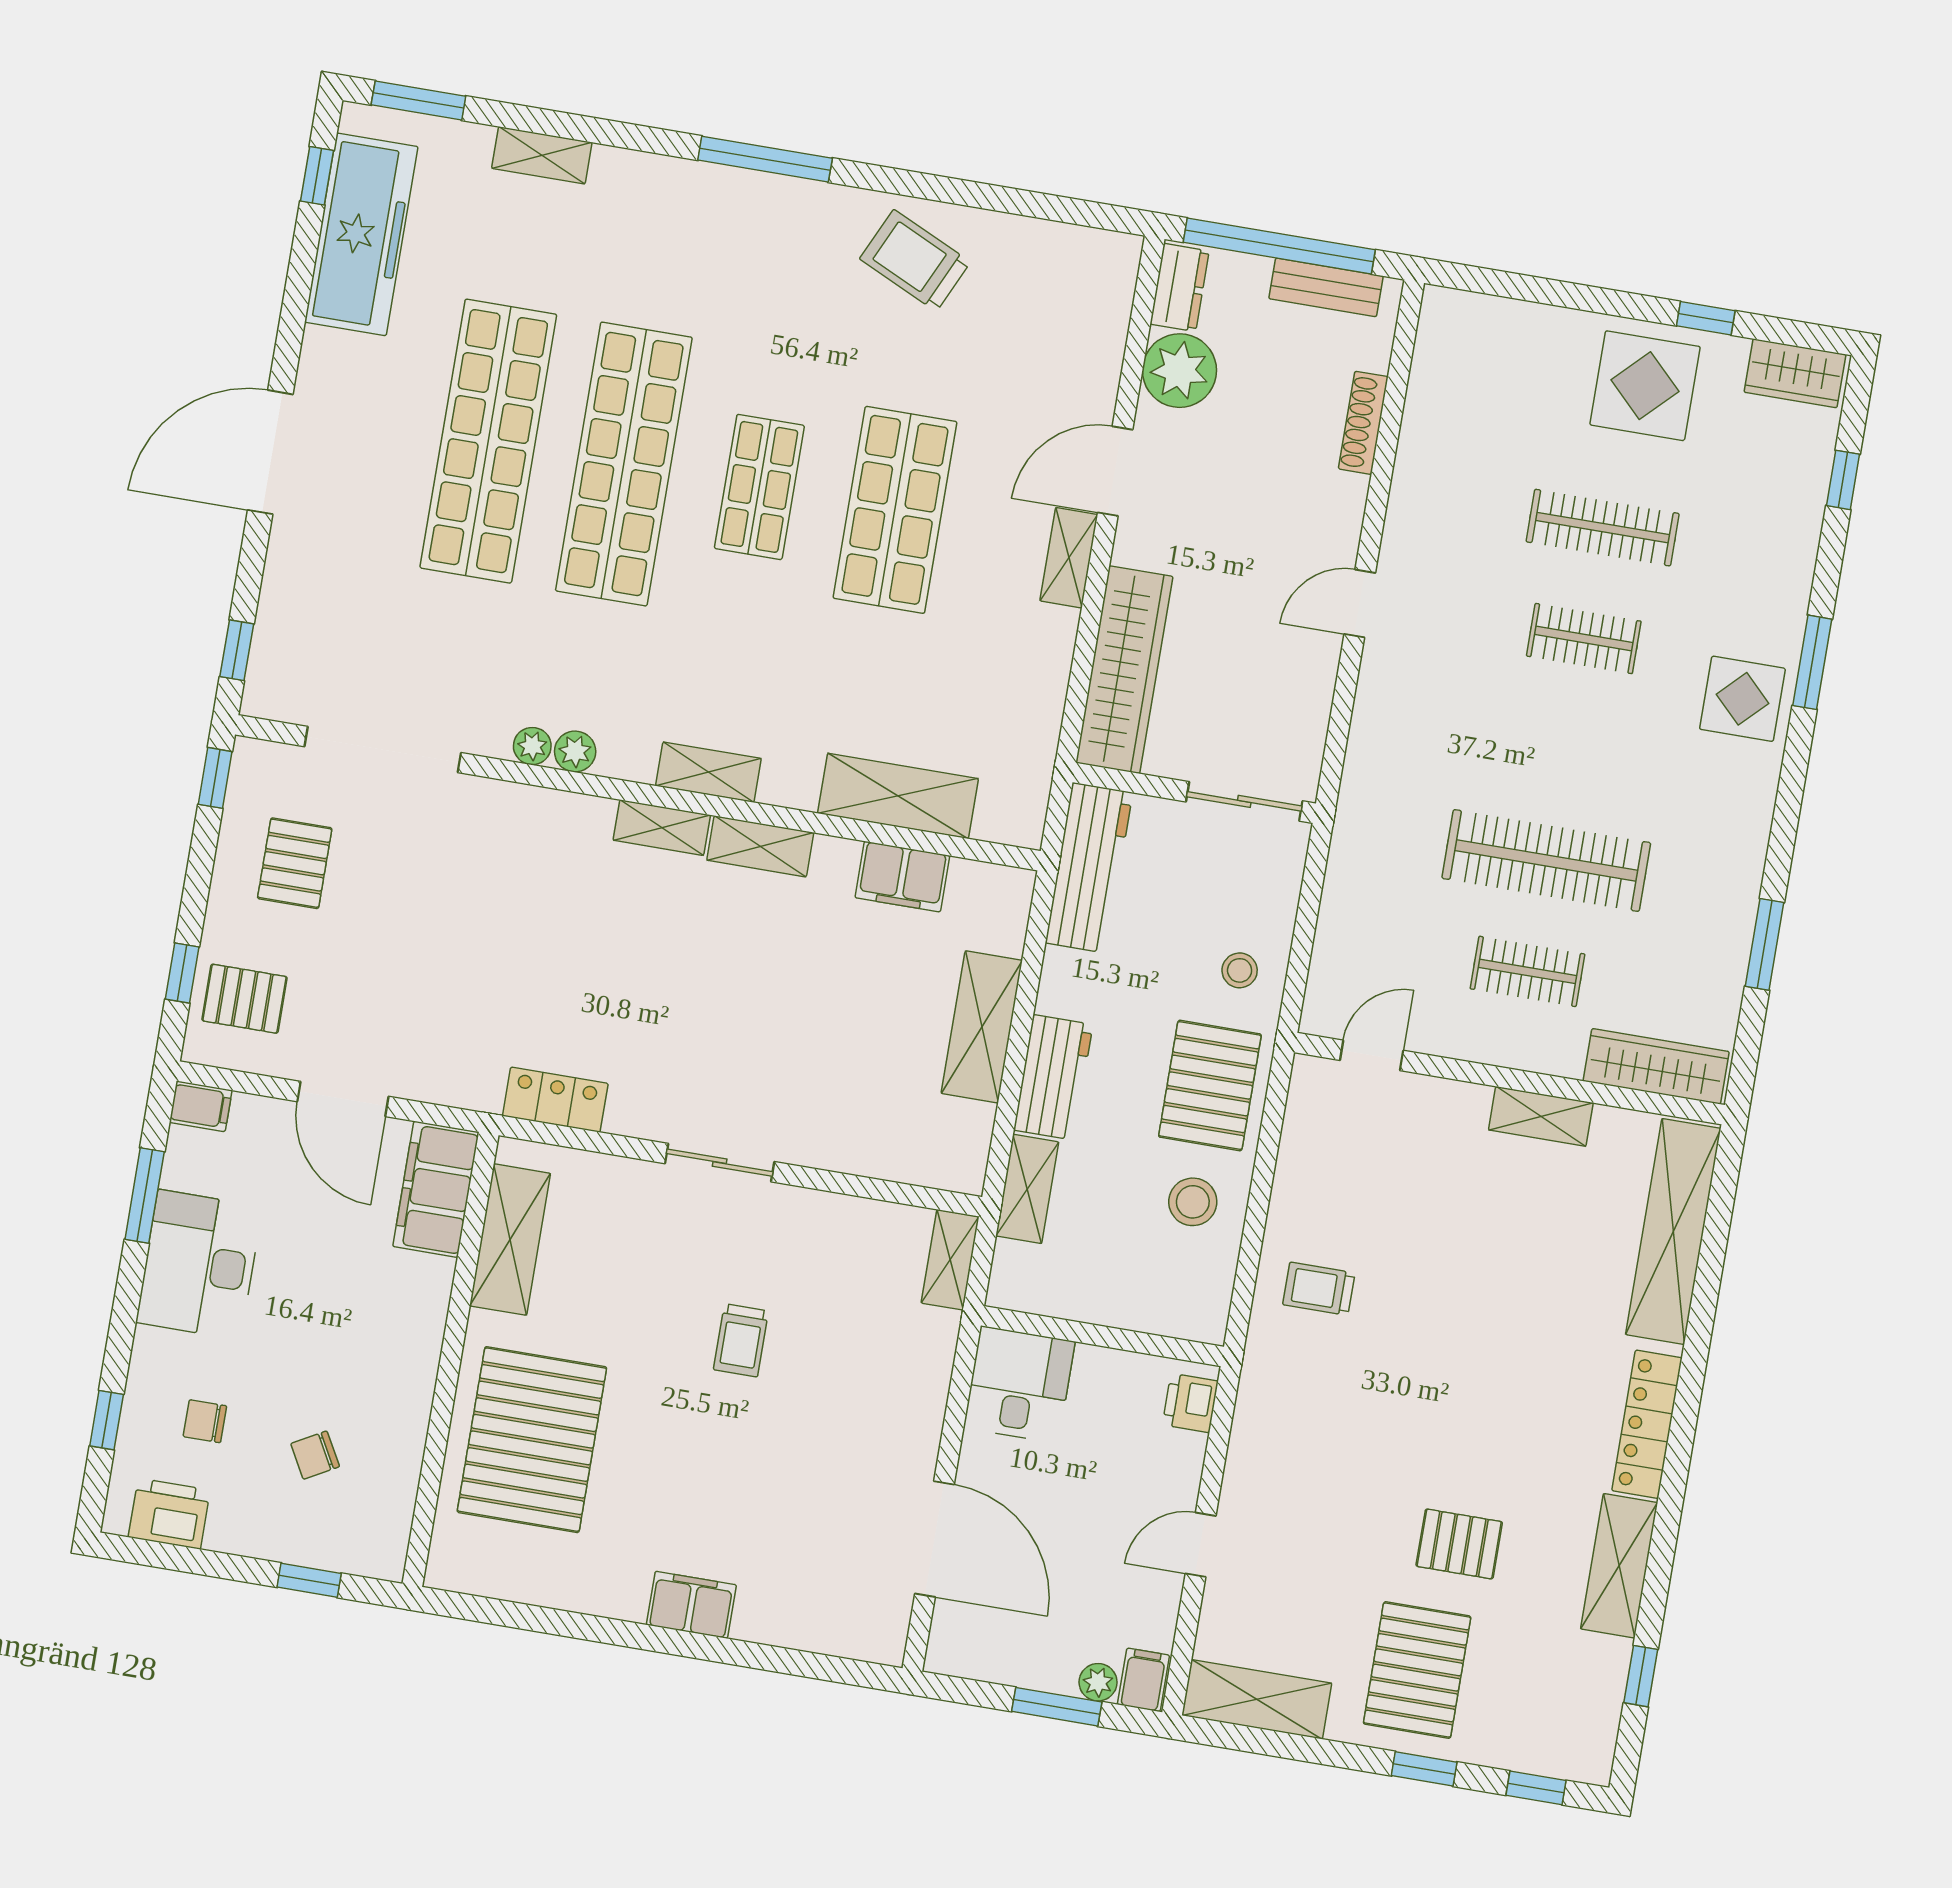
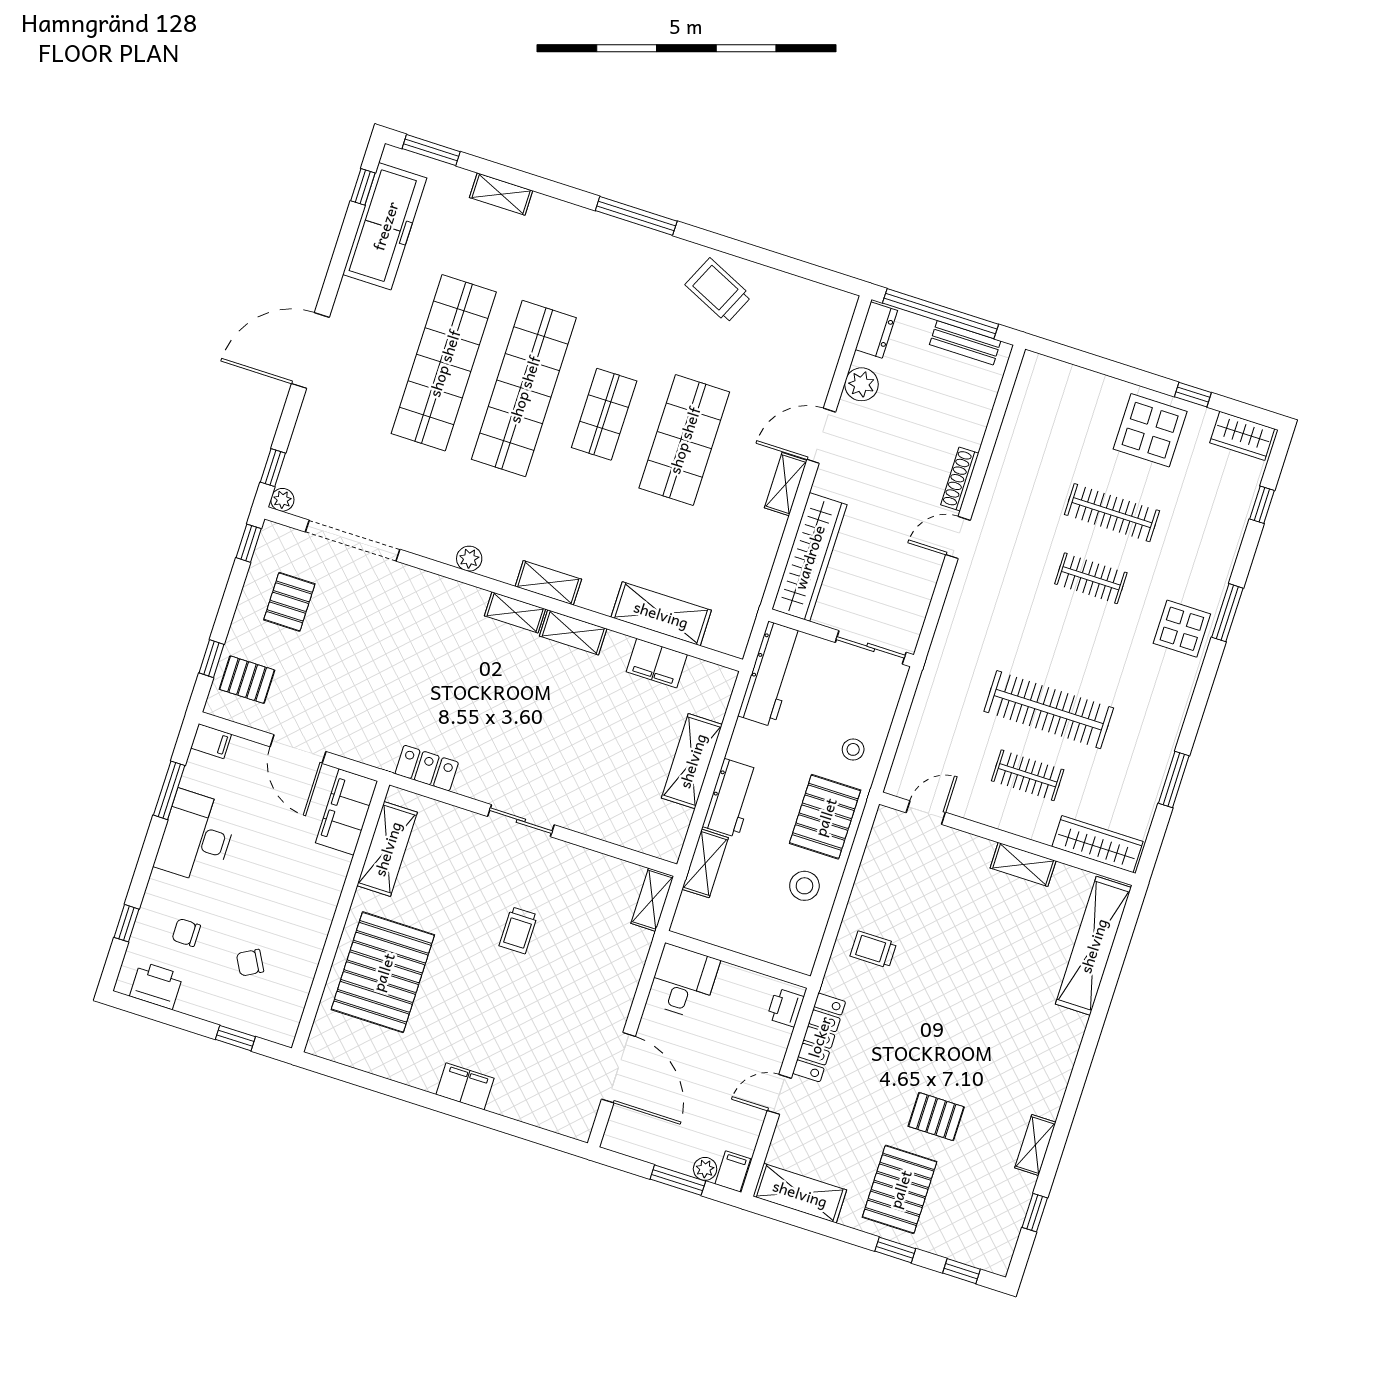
plant: (1179, 371) -> (861, 384), width x0.73, depth x0.73
shoe rack: (1363, 423) -> (960, 479), moved
plant: (532, 746) -> (282, 500), moved
locker: (1647, 1424) -> (819, 1037), moved, turned 180
shelving: (1619, 1566) -> (1035, 1145), width x0.67, depth x0.75

